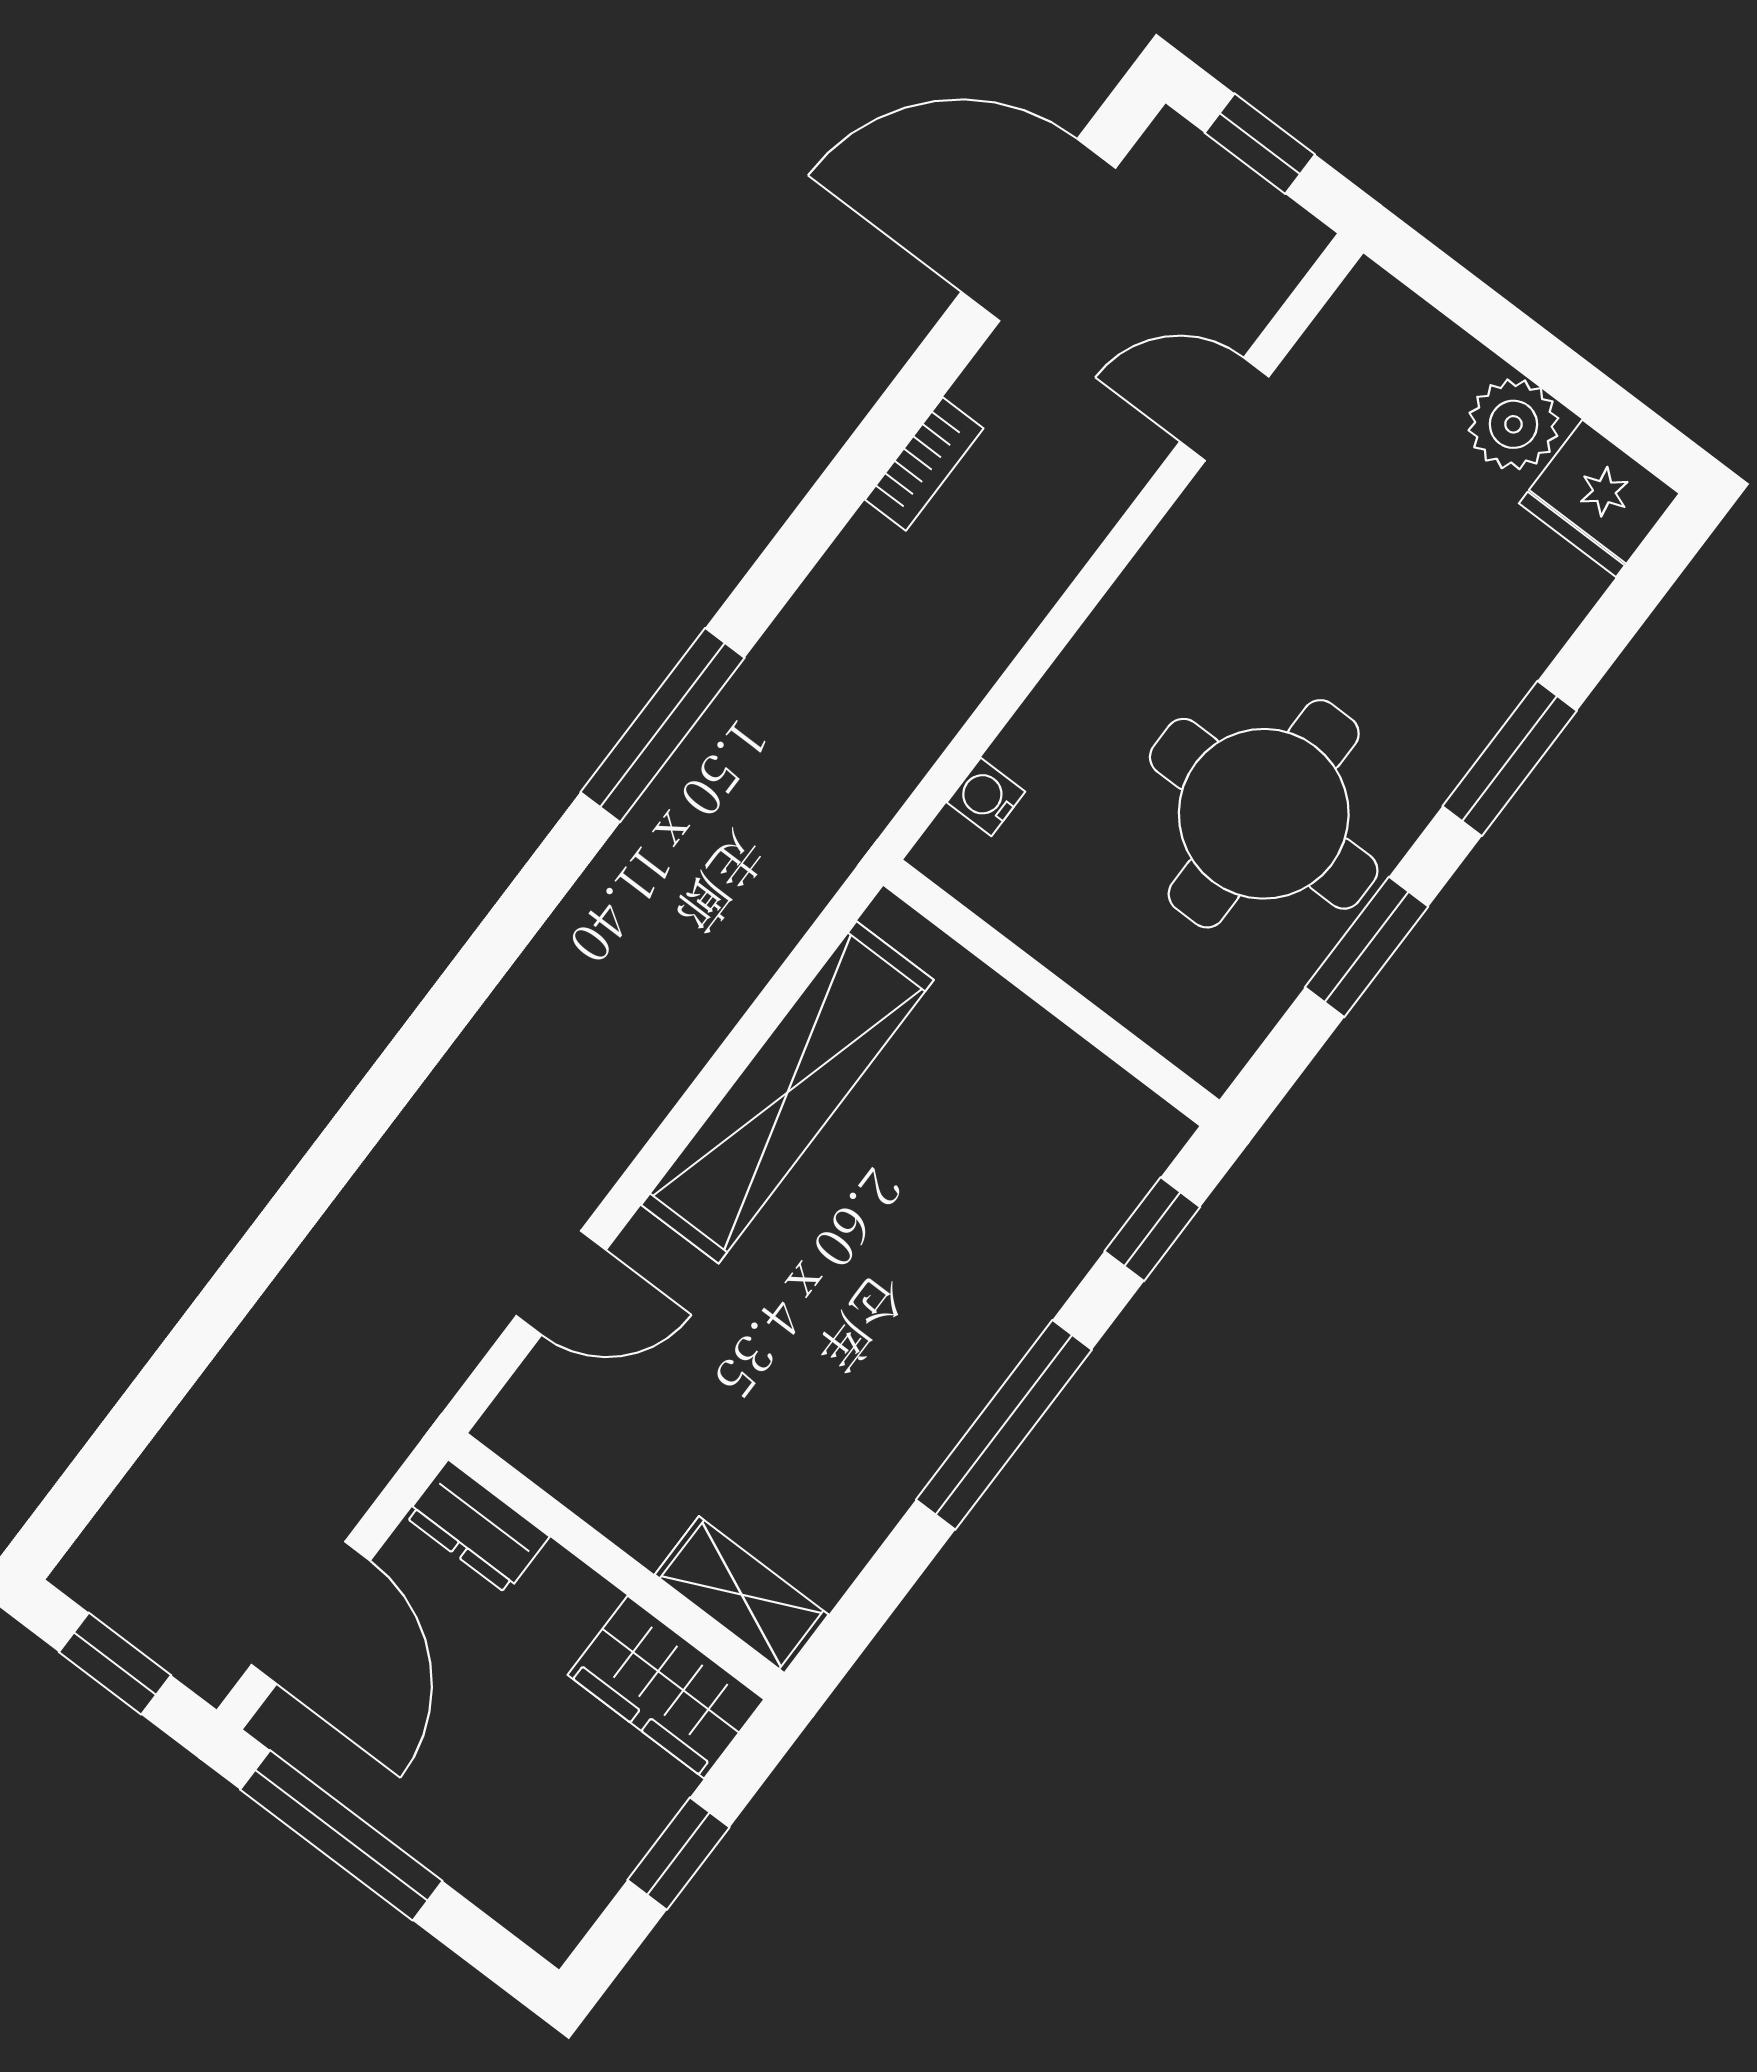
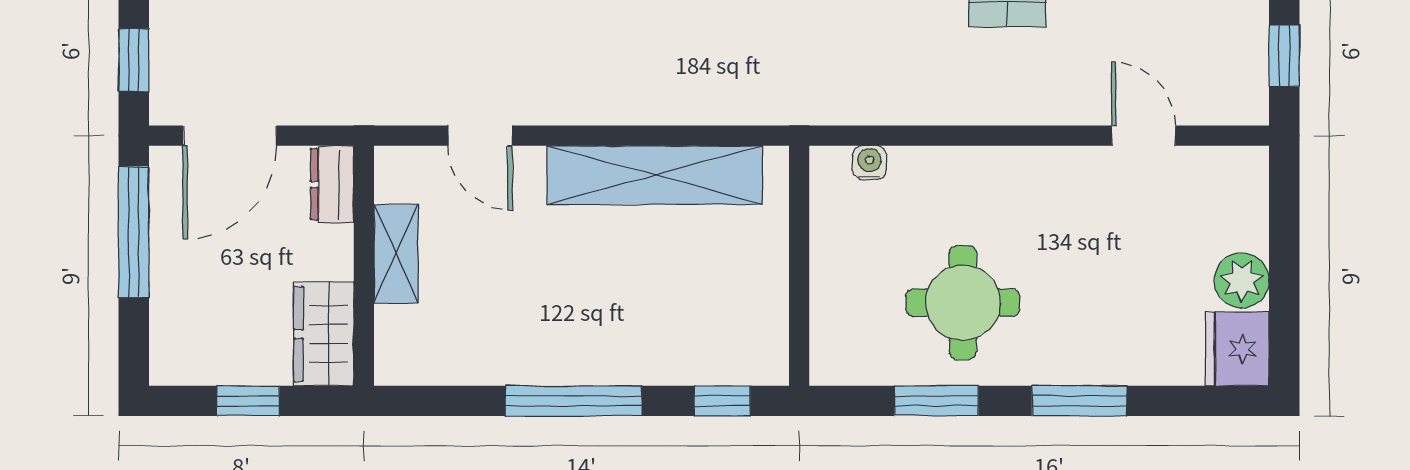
round table: (1264, 814) -> (963, 303), width x0.73, depth x0.73
shelving: (742, 1595) -> (396, 254), moved

